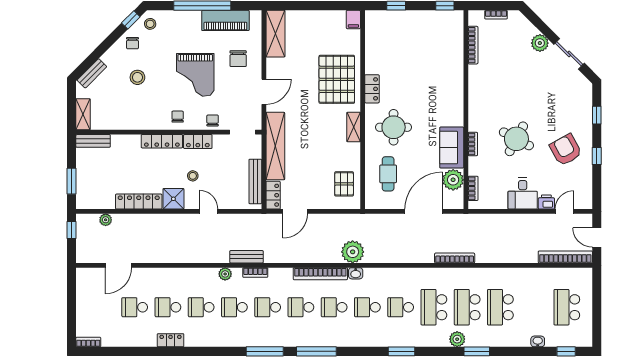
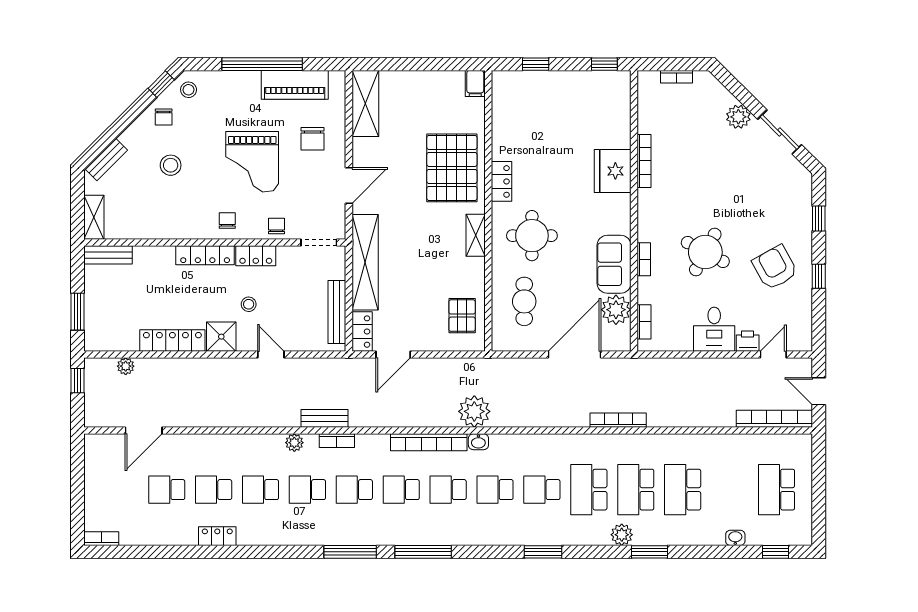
bookcase: (473, 45) -> (644, 161), moved
fridge: (451, 81) -> (613, 171), added

